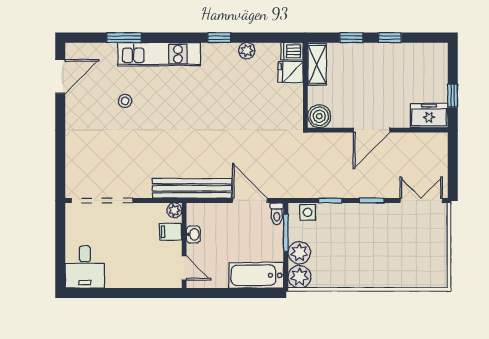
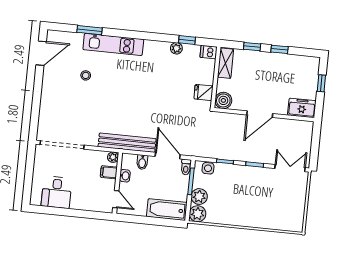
window: (219, 38) -> (187, 40), moved
fridge: (291, 72) -> (203, 92), moved
window: (453, 96) -> (321, 83), moved
bidet: (216, 213) -> (142, 162), added
desk: (85, 267) -> (56, 192), moved

